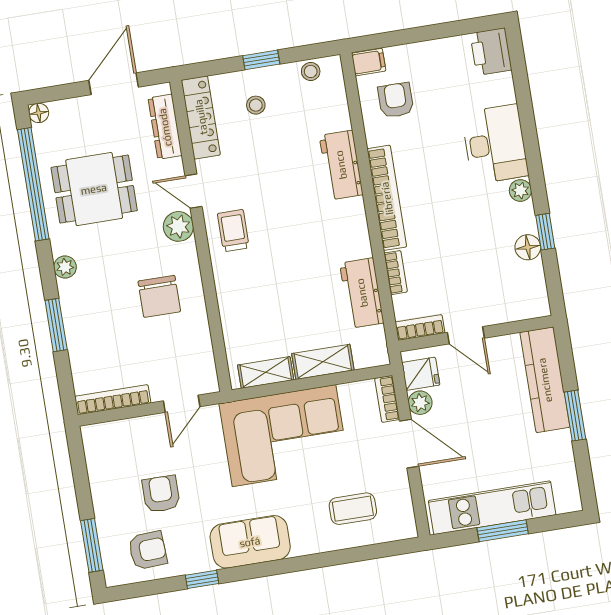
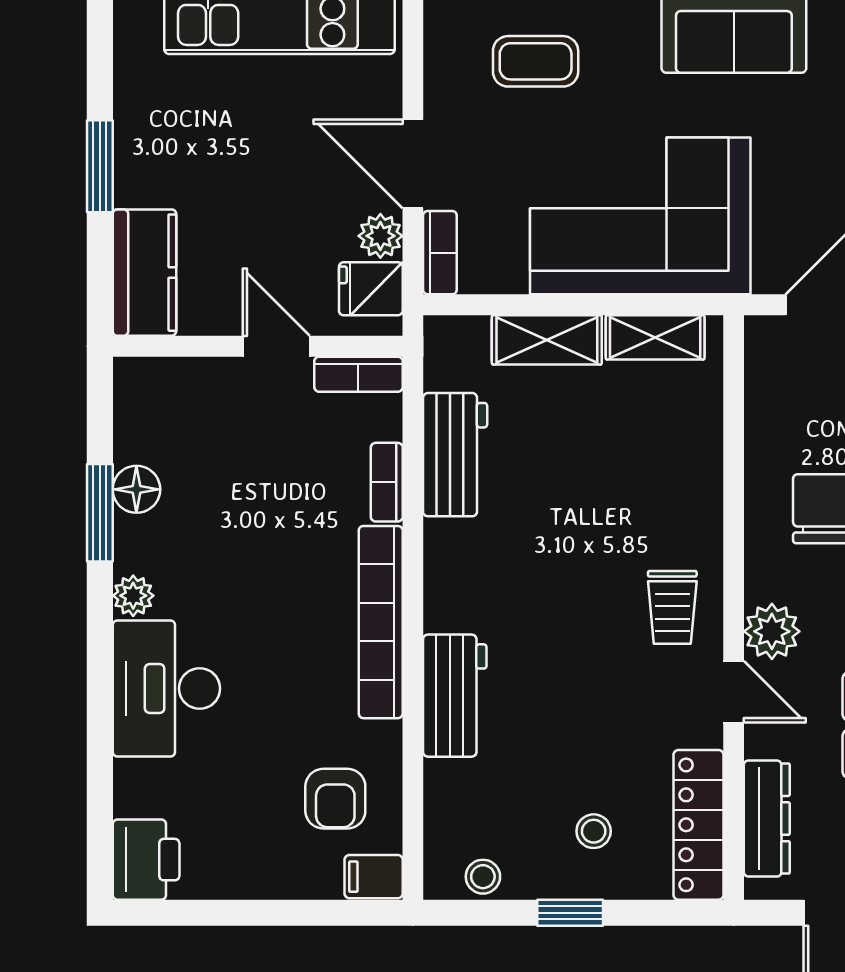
window: (545, 232) -> (100, 513), width x1.50
kitchen counter: (545, 380) -> (144, 273), width x0.67

